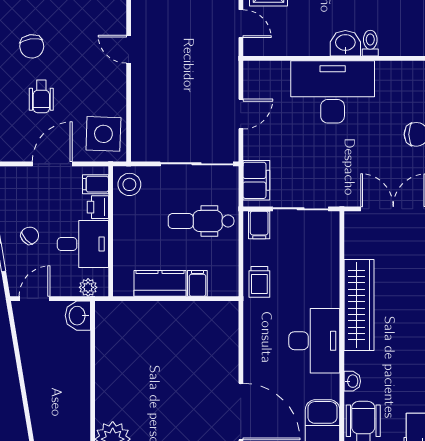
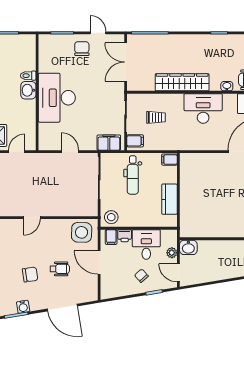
trolley: (259, 282) -> (156, 117), moved
filing cabinet: (197, 283) -> (169, 160), moved
plant: (88, 287) -> (172, 253), moved

